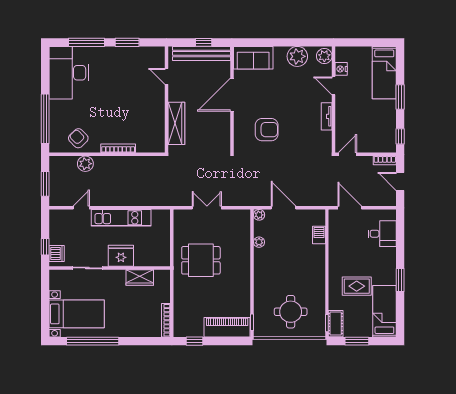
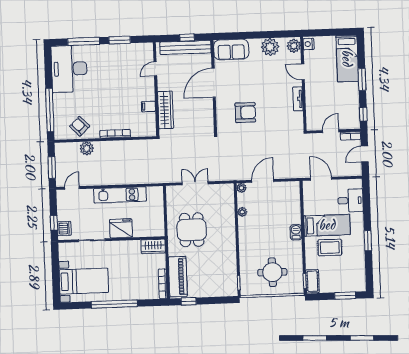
nightstand: (341, 69) -> (309, 44), moved
door: (166, 76) -> (155, 69), hinge flipped
filing cabinet: (157, 119) -> (148, 106), added
door: (348, 154) -> (331, 131), moved
door: (400, 182) -> (365, 154), hinge flipped
door: (81, 208) -> (72, 188), moved
door: (283, 208) -> (263, 181), hinge flipped
barbecue: (319, 235) -> (296, 232), moved
dining table: (201, 260) -> (192, 230), turned 90
wardrobe: (140, 277) -> (153, 246), moved
bed: (384, 311) -> (327, 225), moved, turned 90
piano: (227, 327) -> (178, 277), moved, turned 90
window: (93, 341) -> (114, 304), moved
window: (357, 341) -> (345, 296), moved

